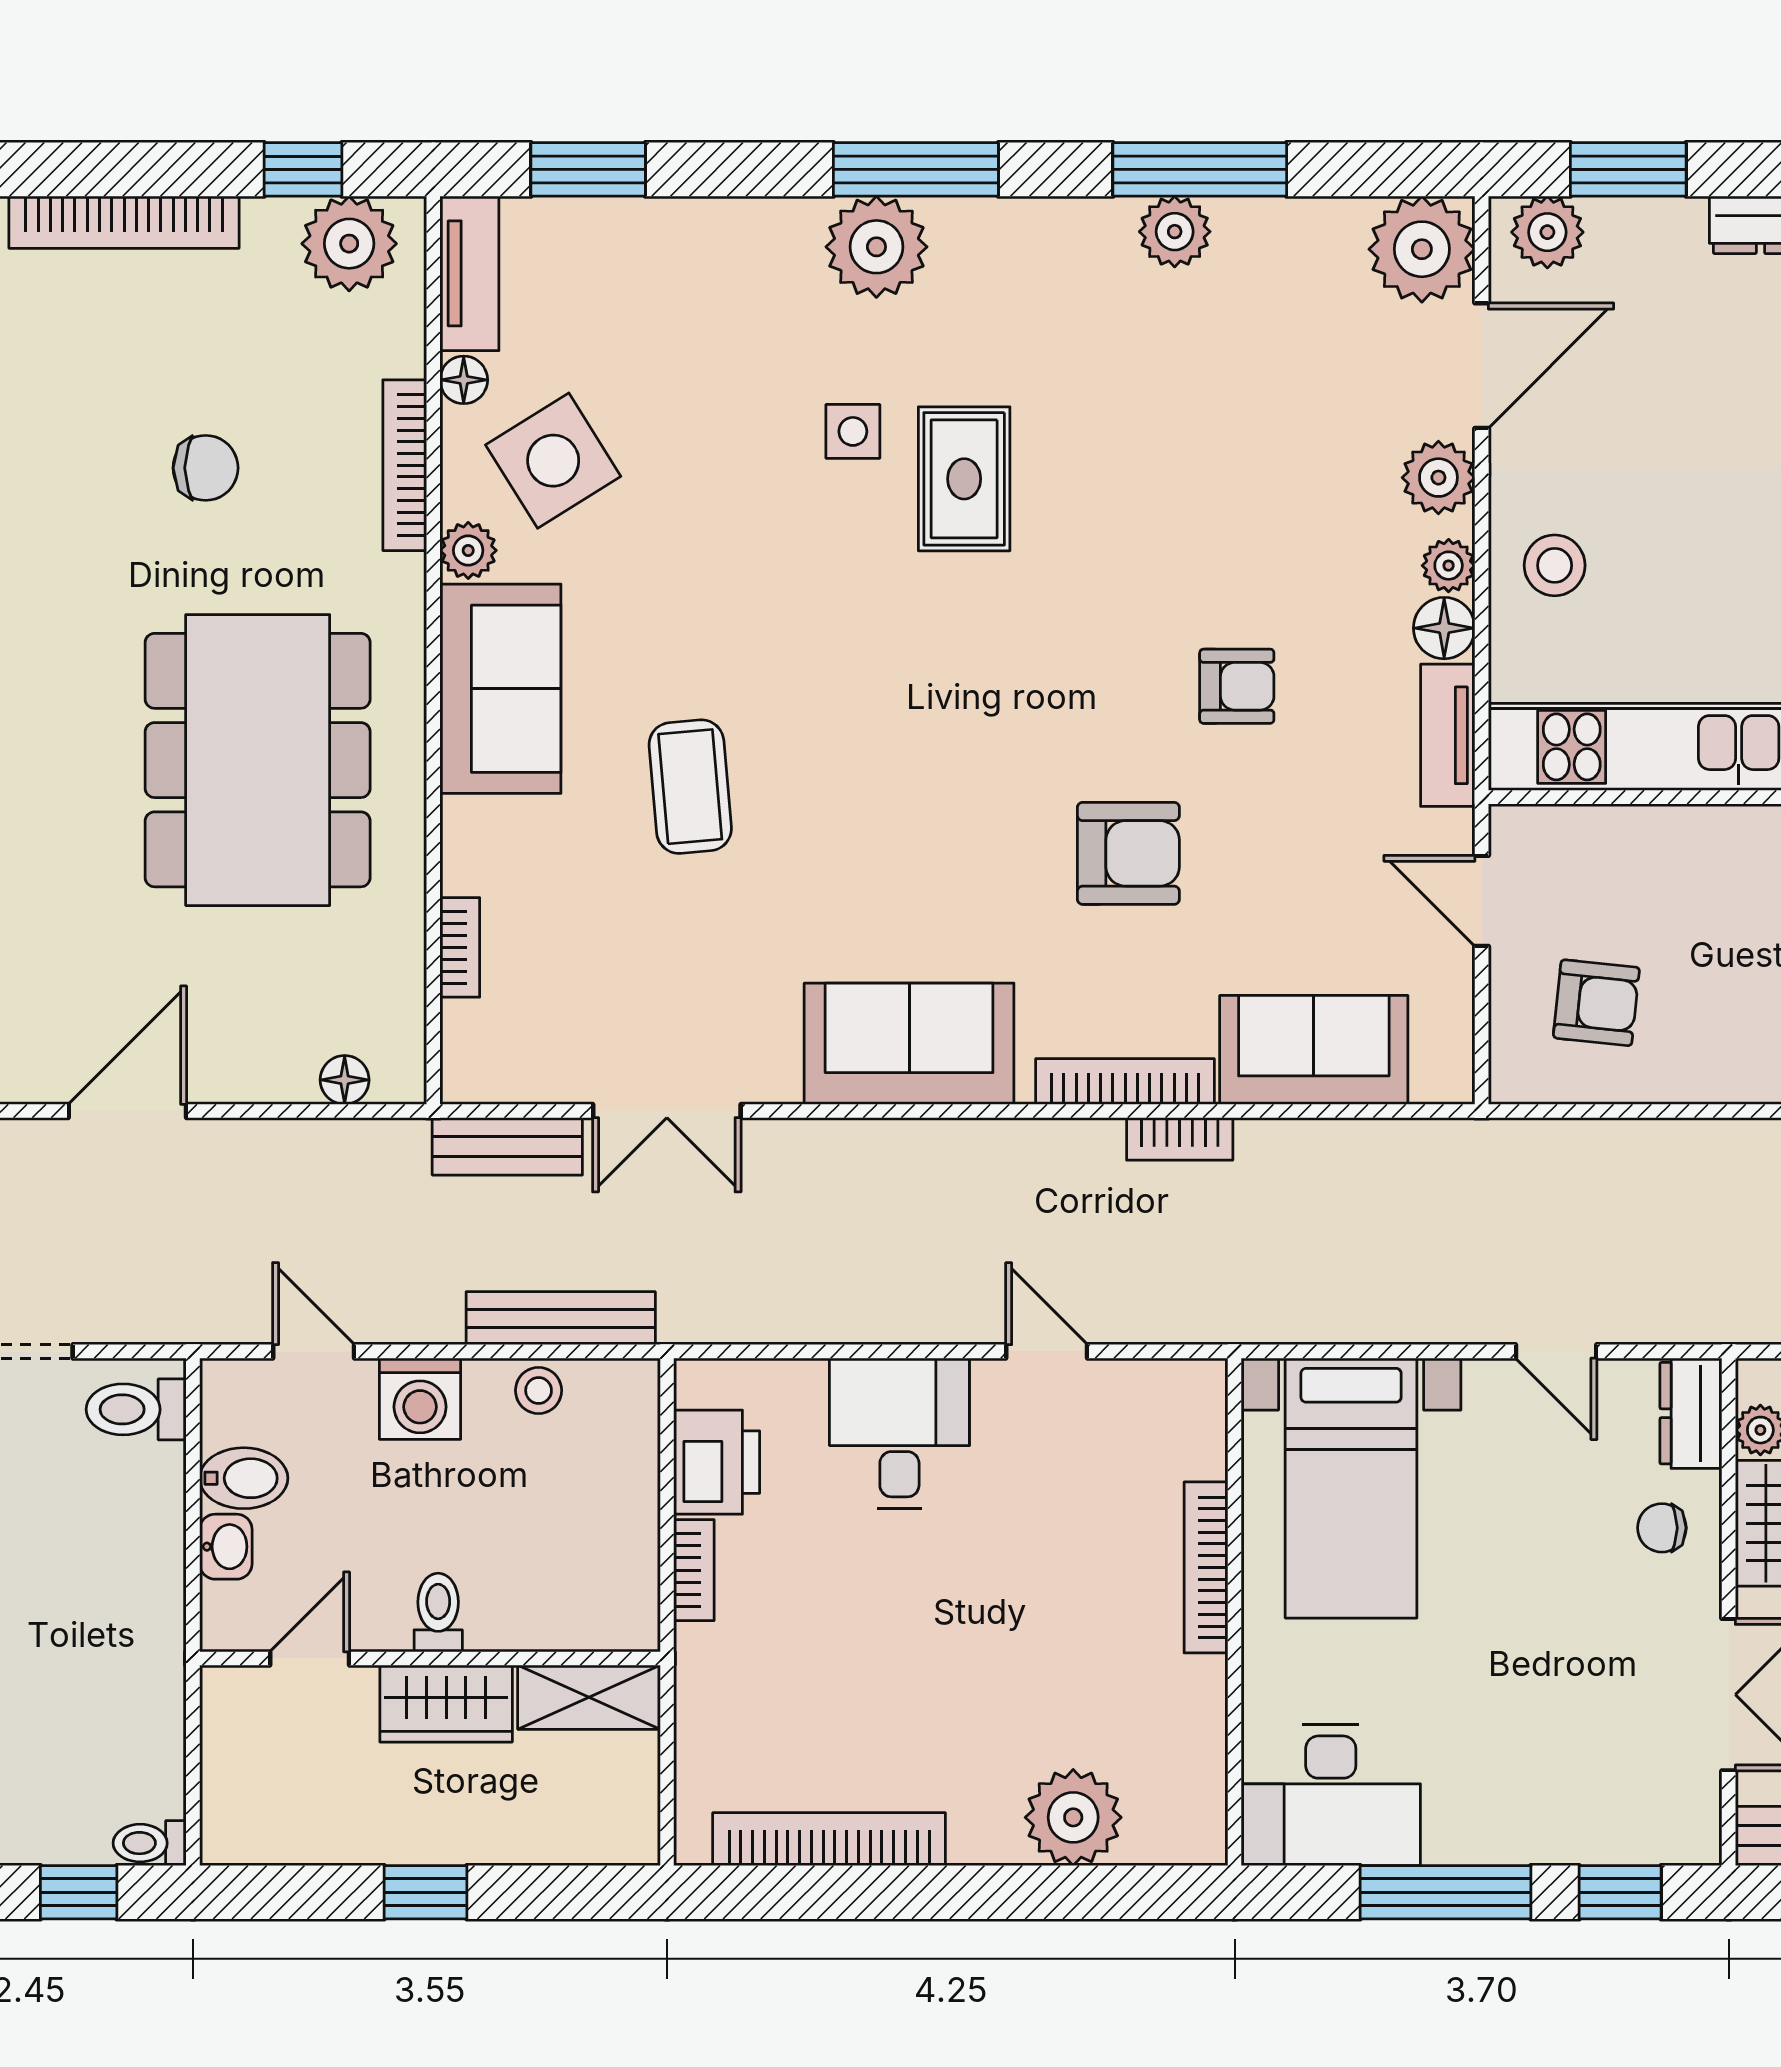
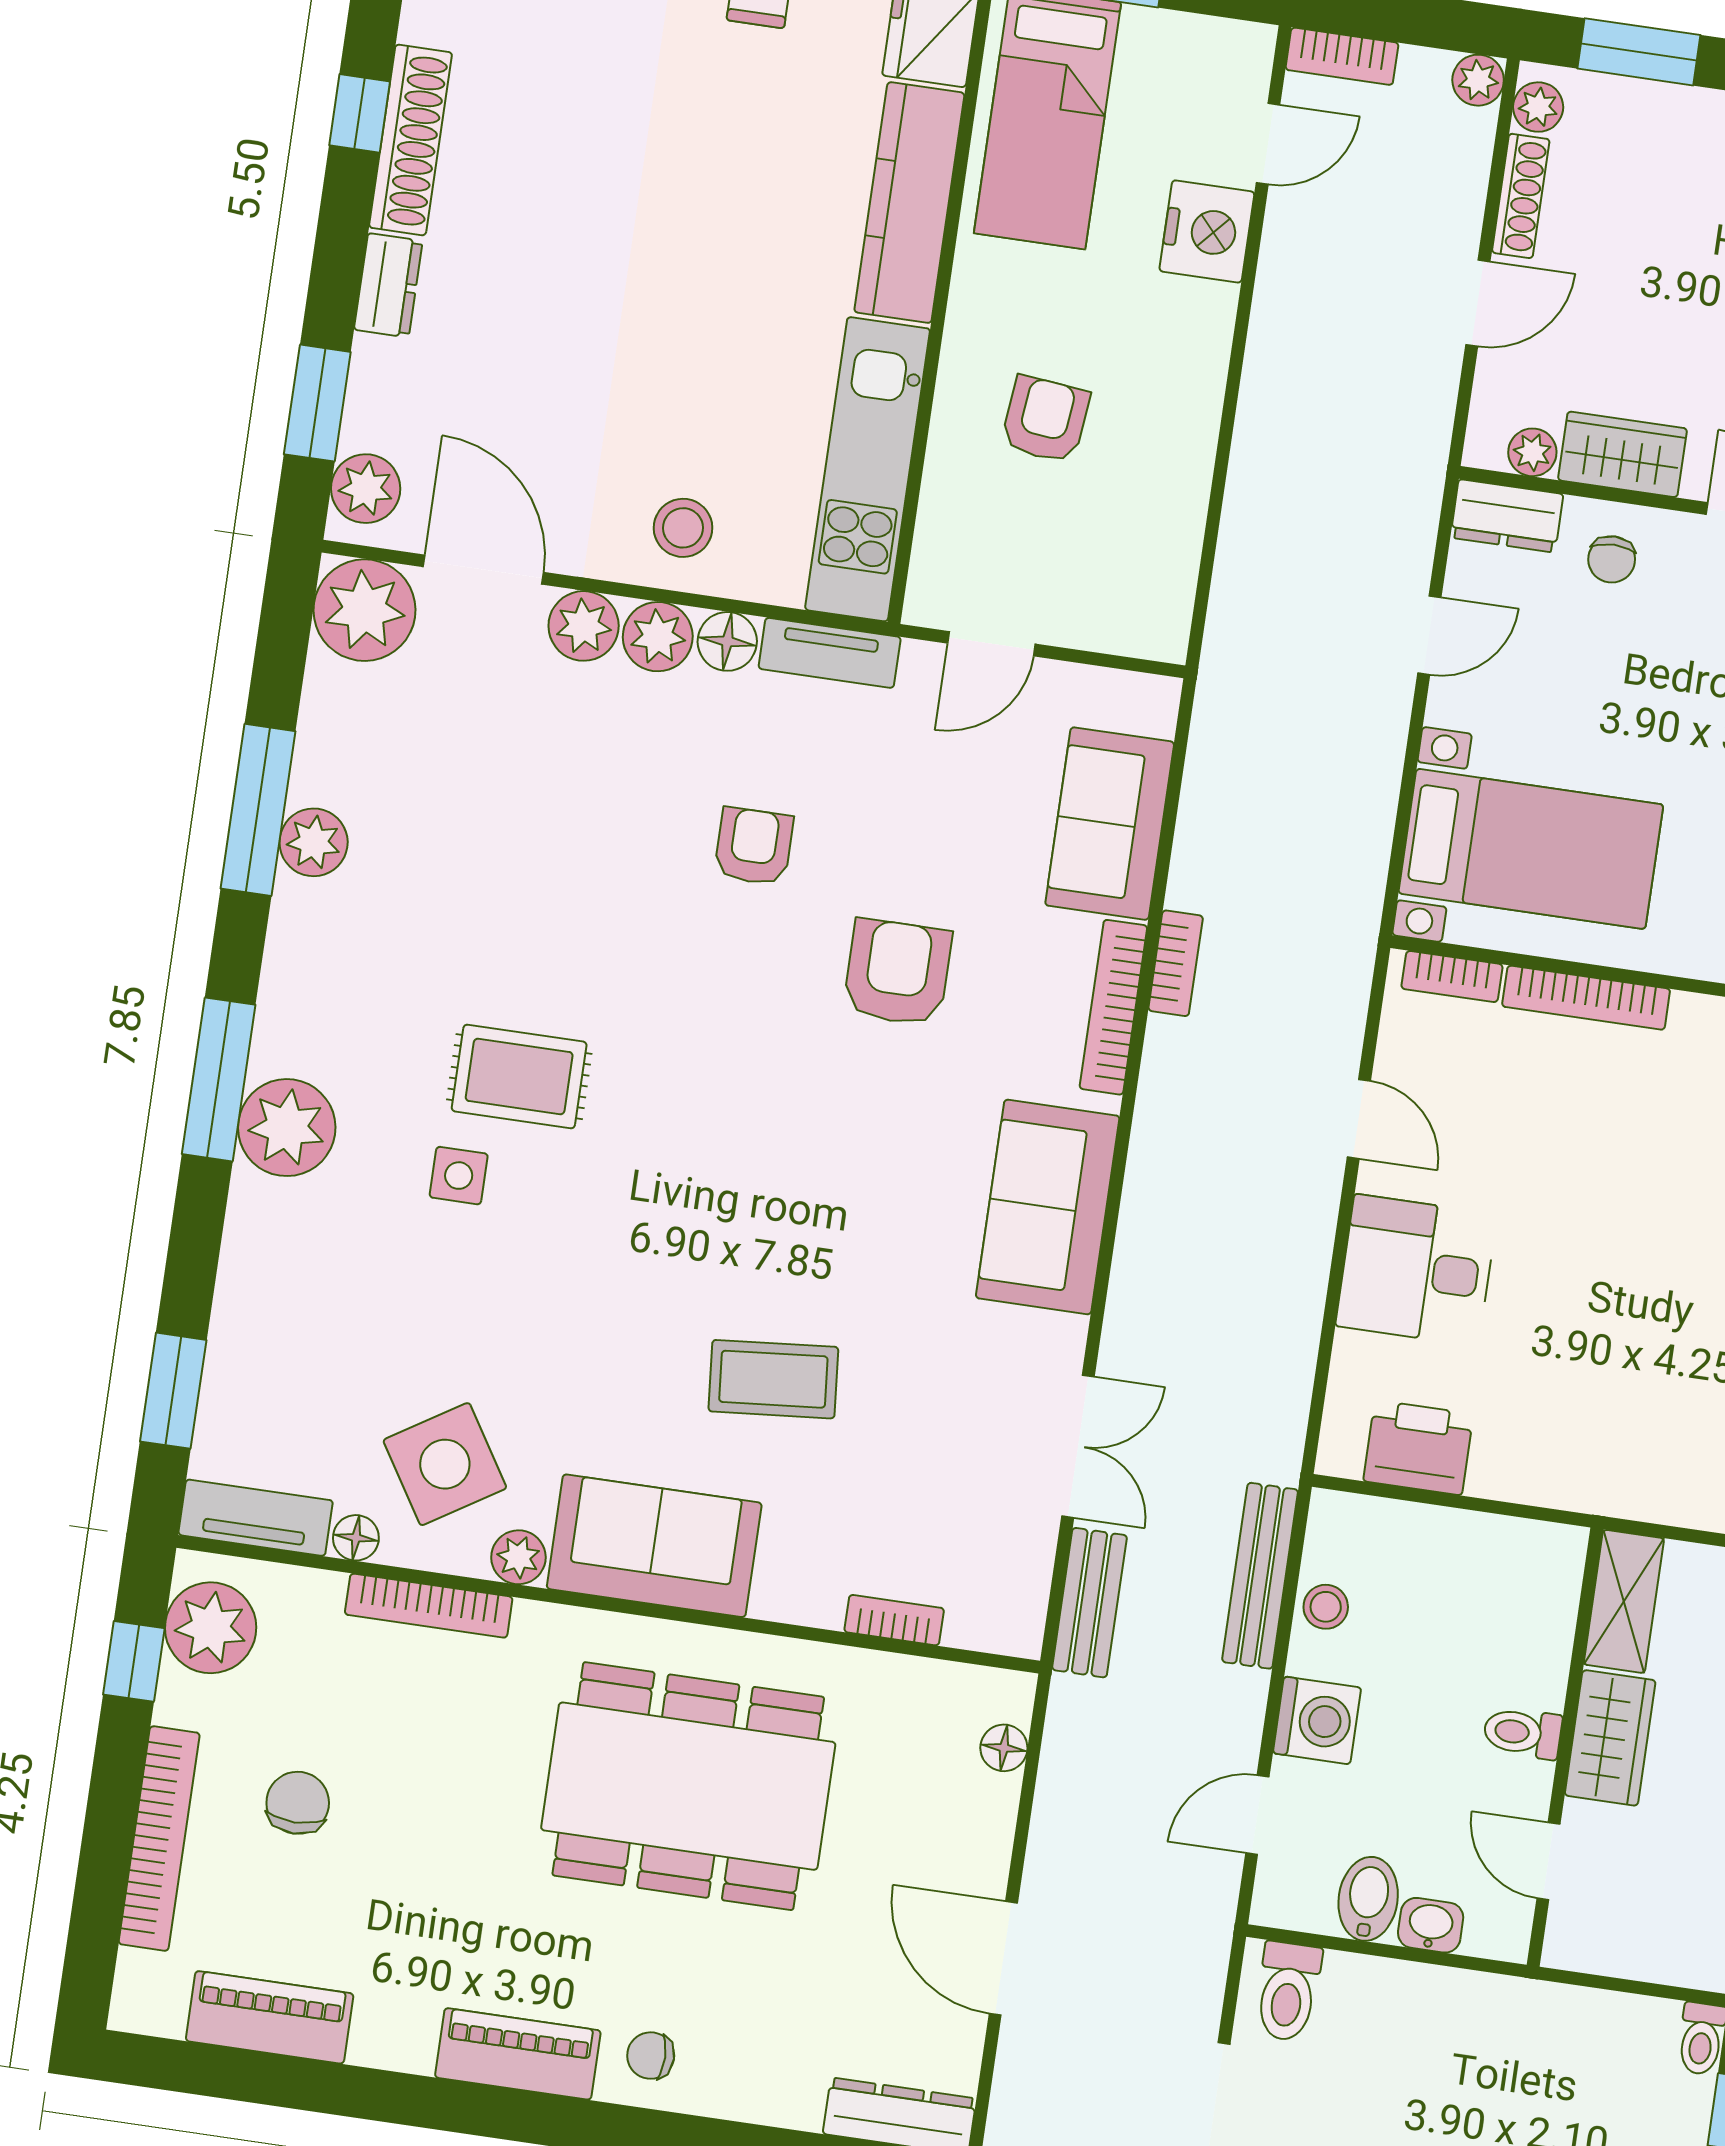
chair: (206, 468) -> (298, 1803), moved
plant: (1449, 566) -> (658, 637), width x1.38, depth x1.38
armchair: (1596, 1003) -> (1045, 419), moved
door: (1047, 1351) -> (1359, 1119), swing flipped
bookcase: (694, 1570) -> (1452, 976), moved, turned 180

